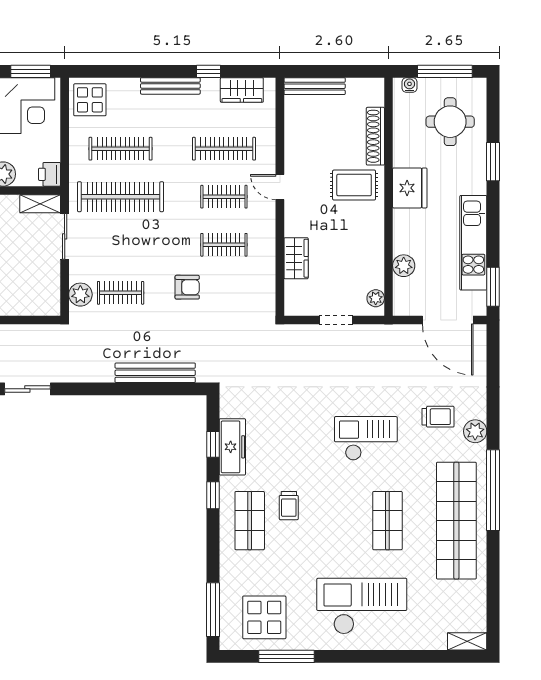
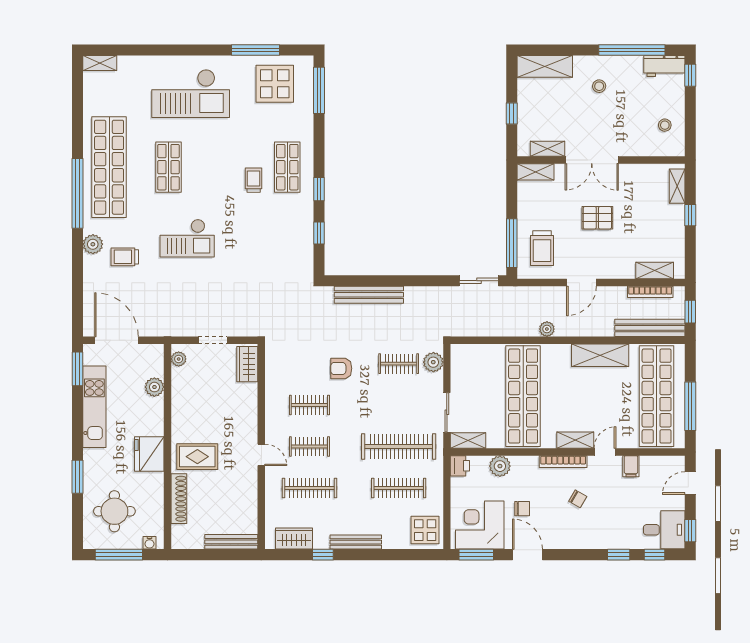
wardrobe: (296, 258) -> (247, 364), moved
freezer: (232, 447) -> (302, 231), removed

